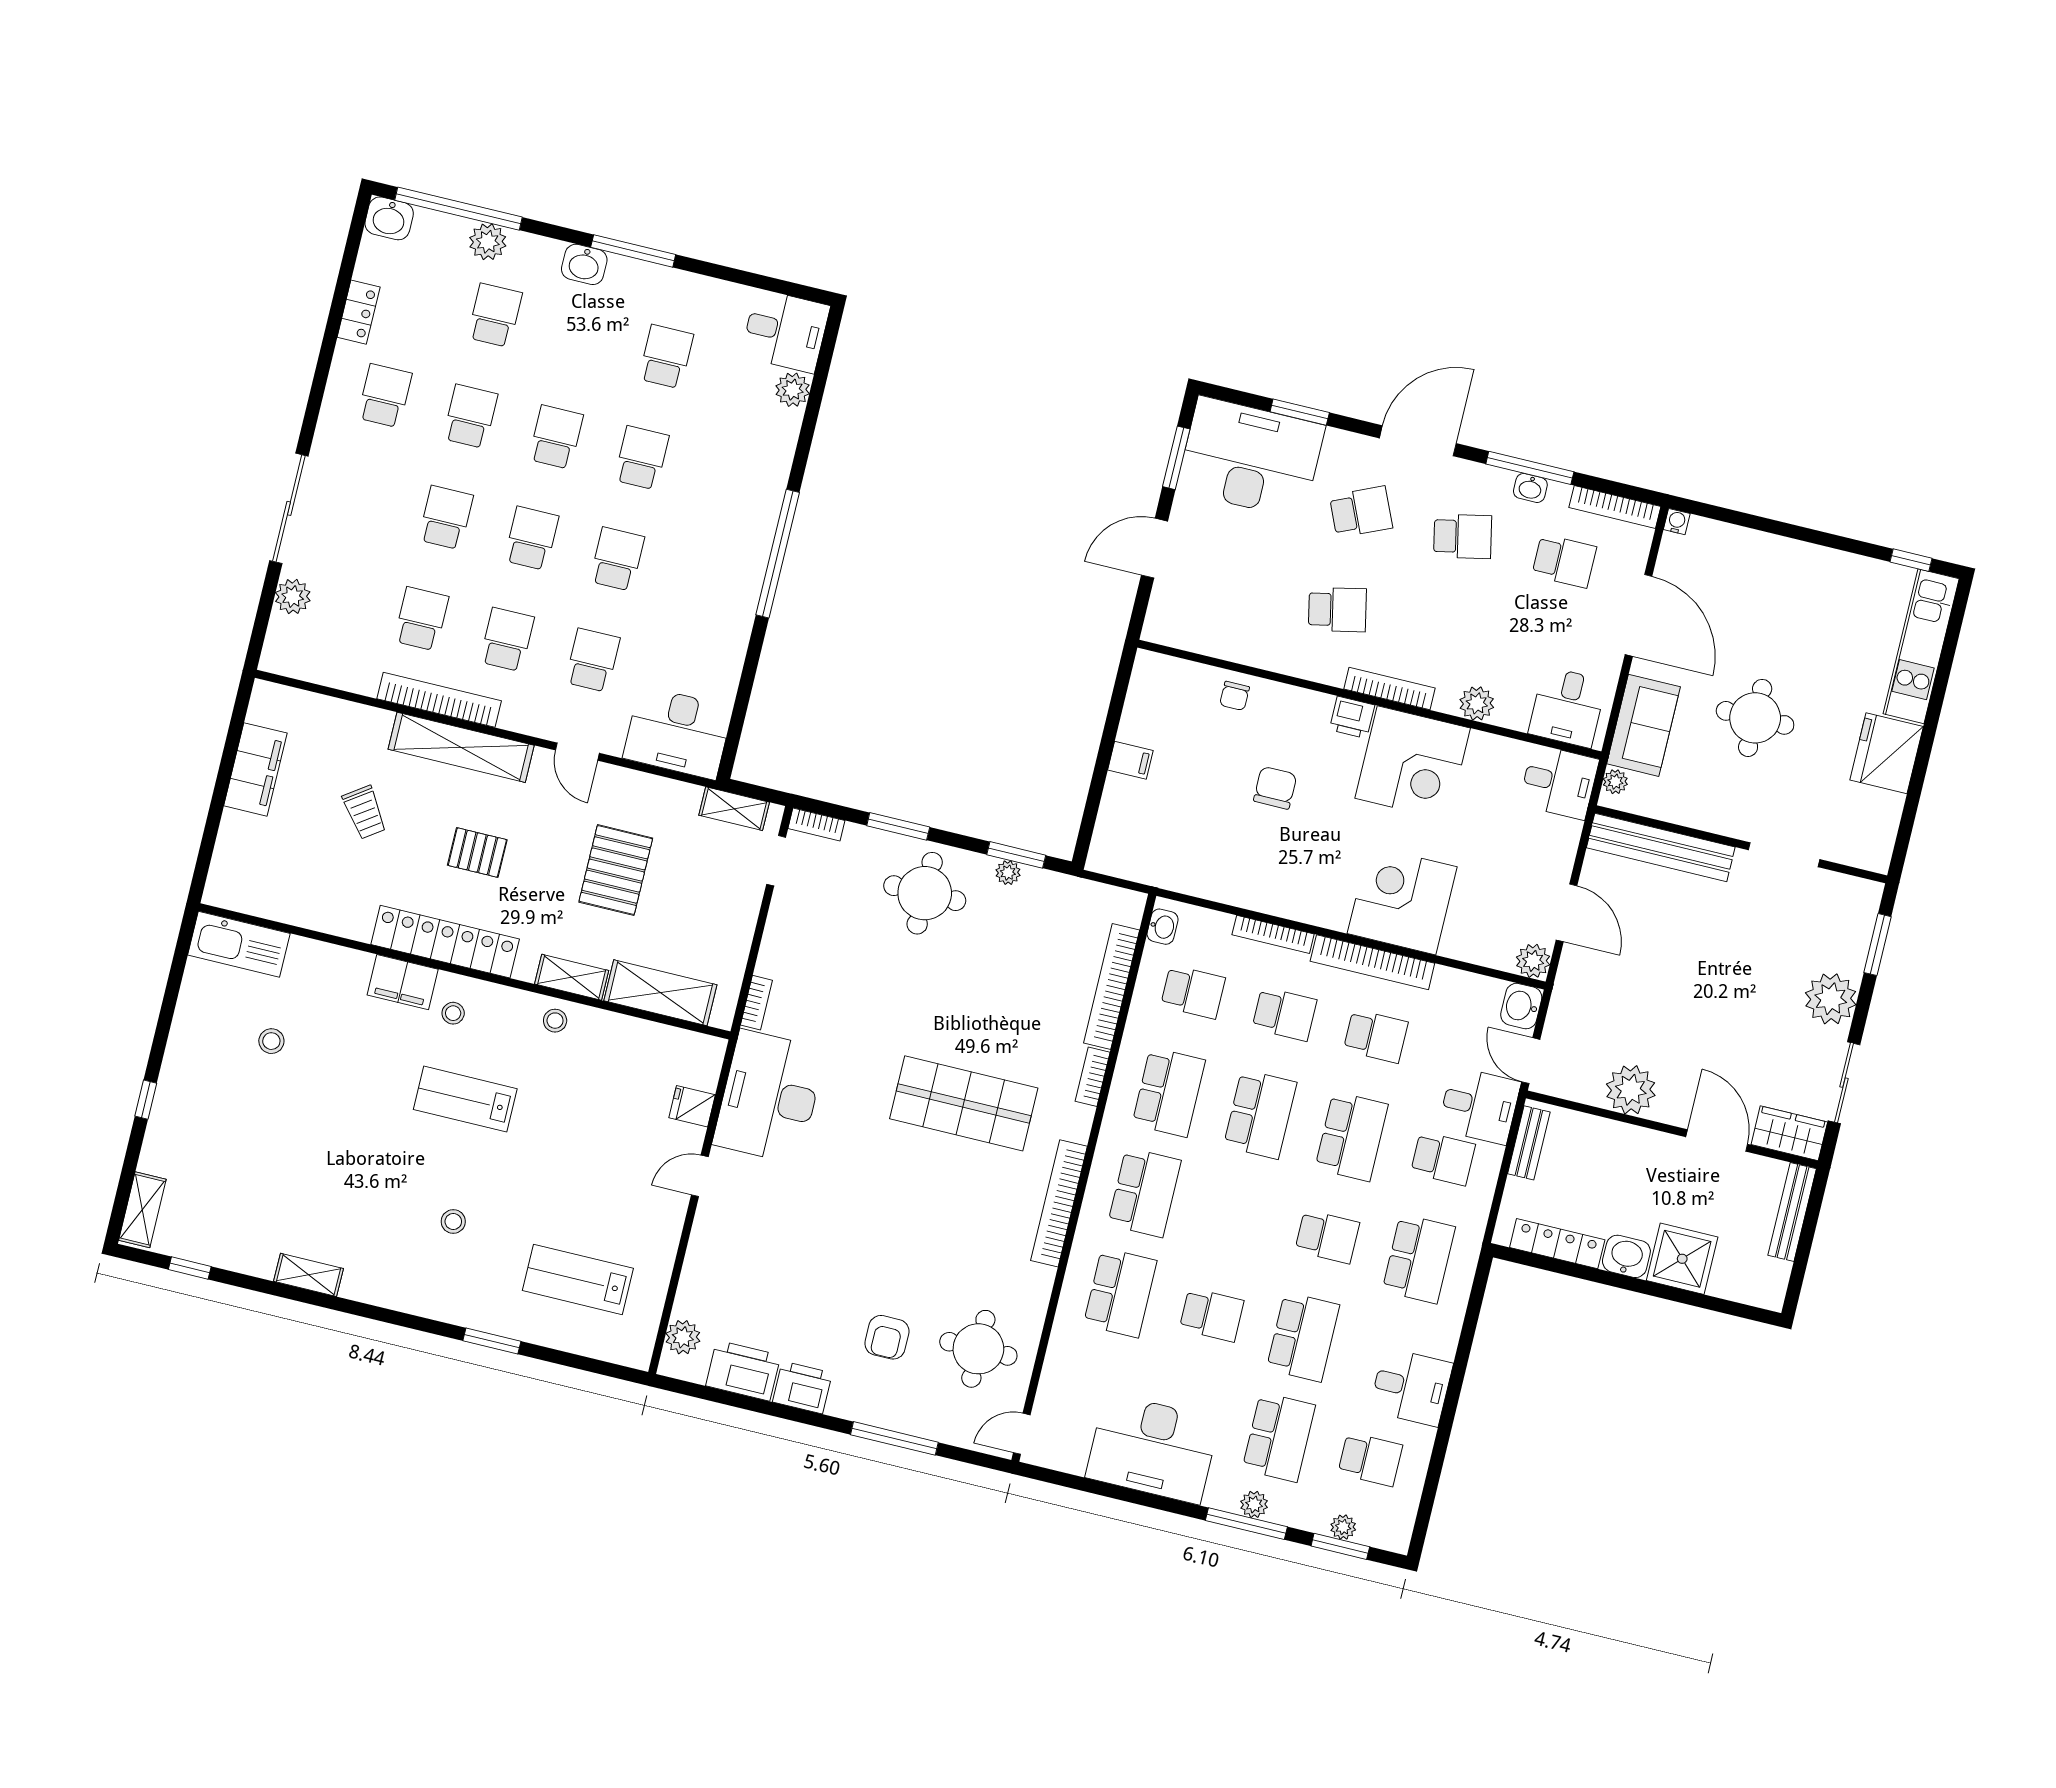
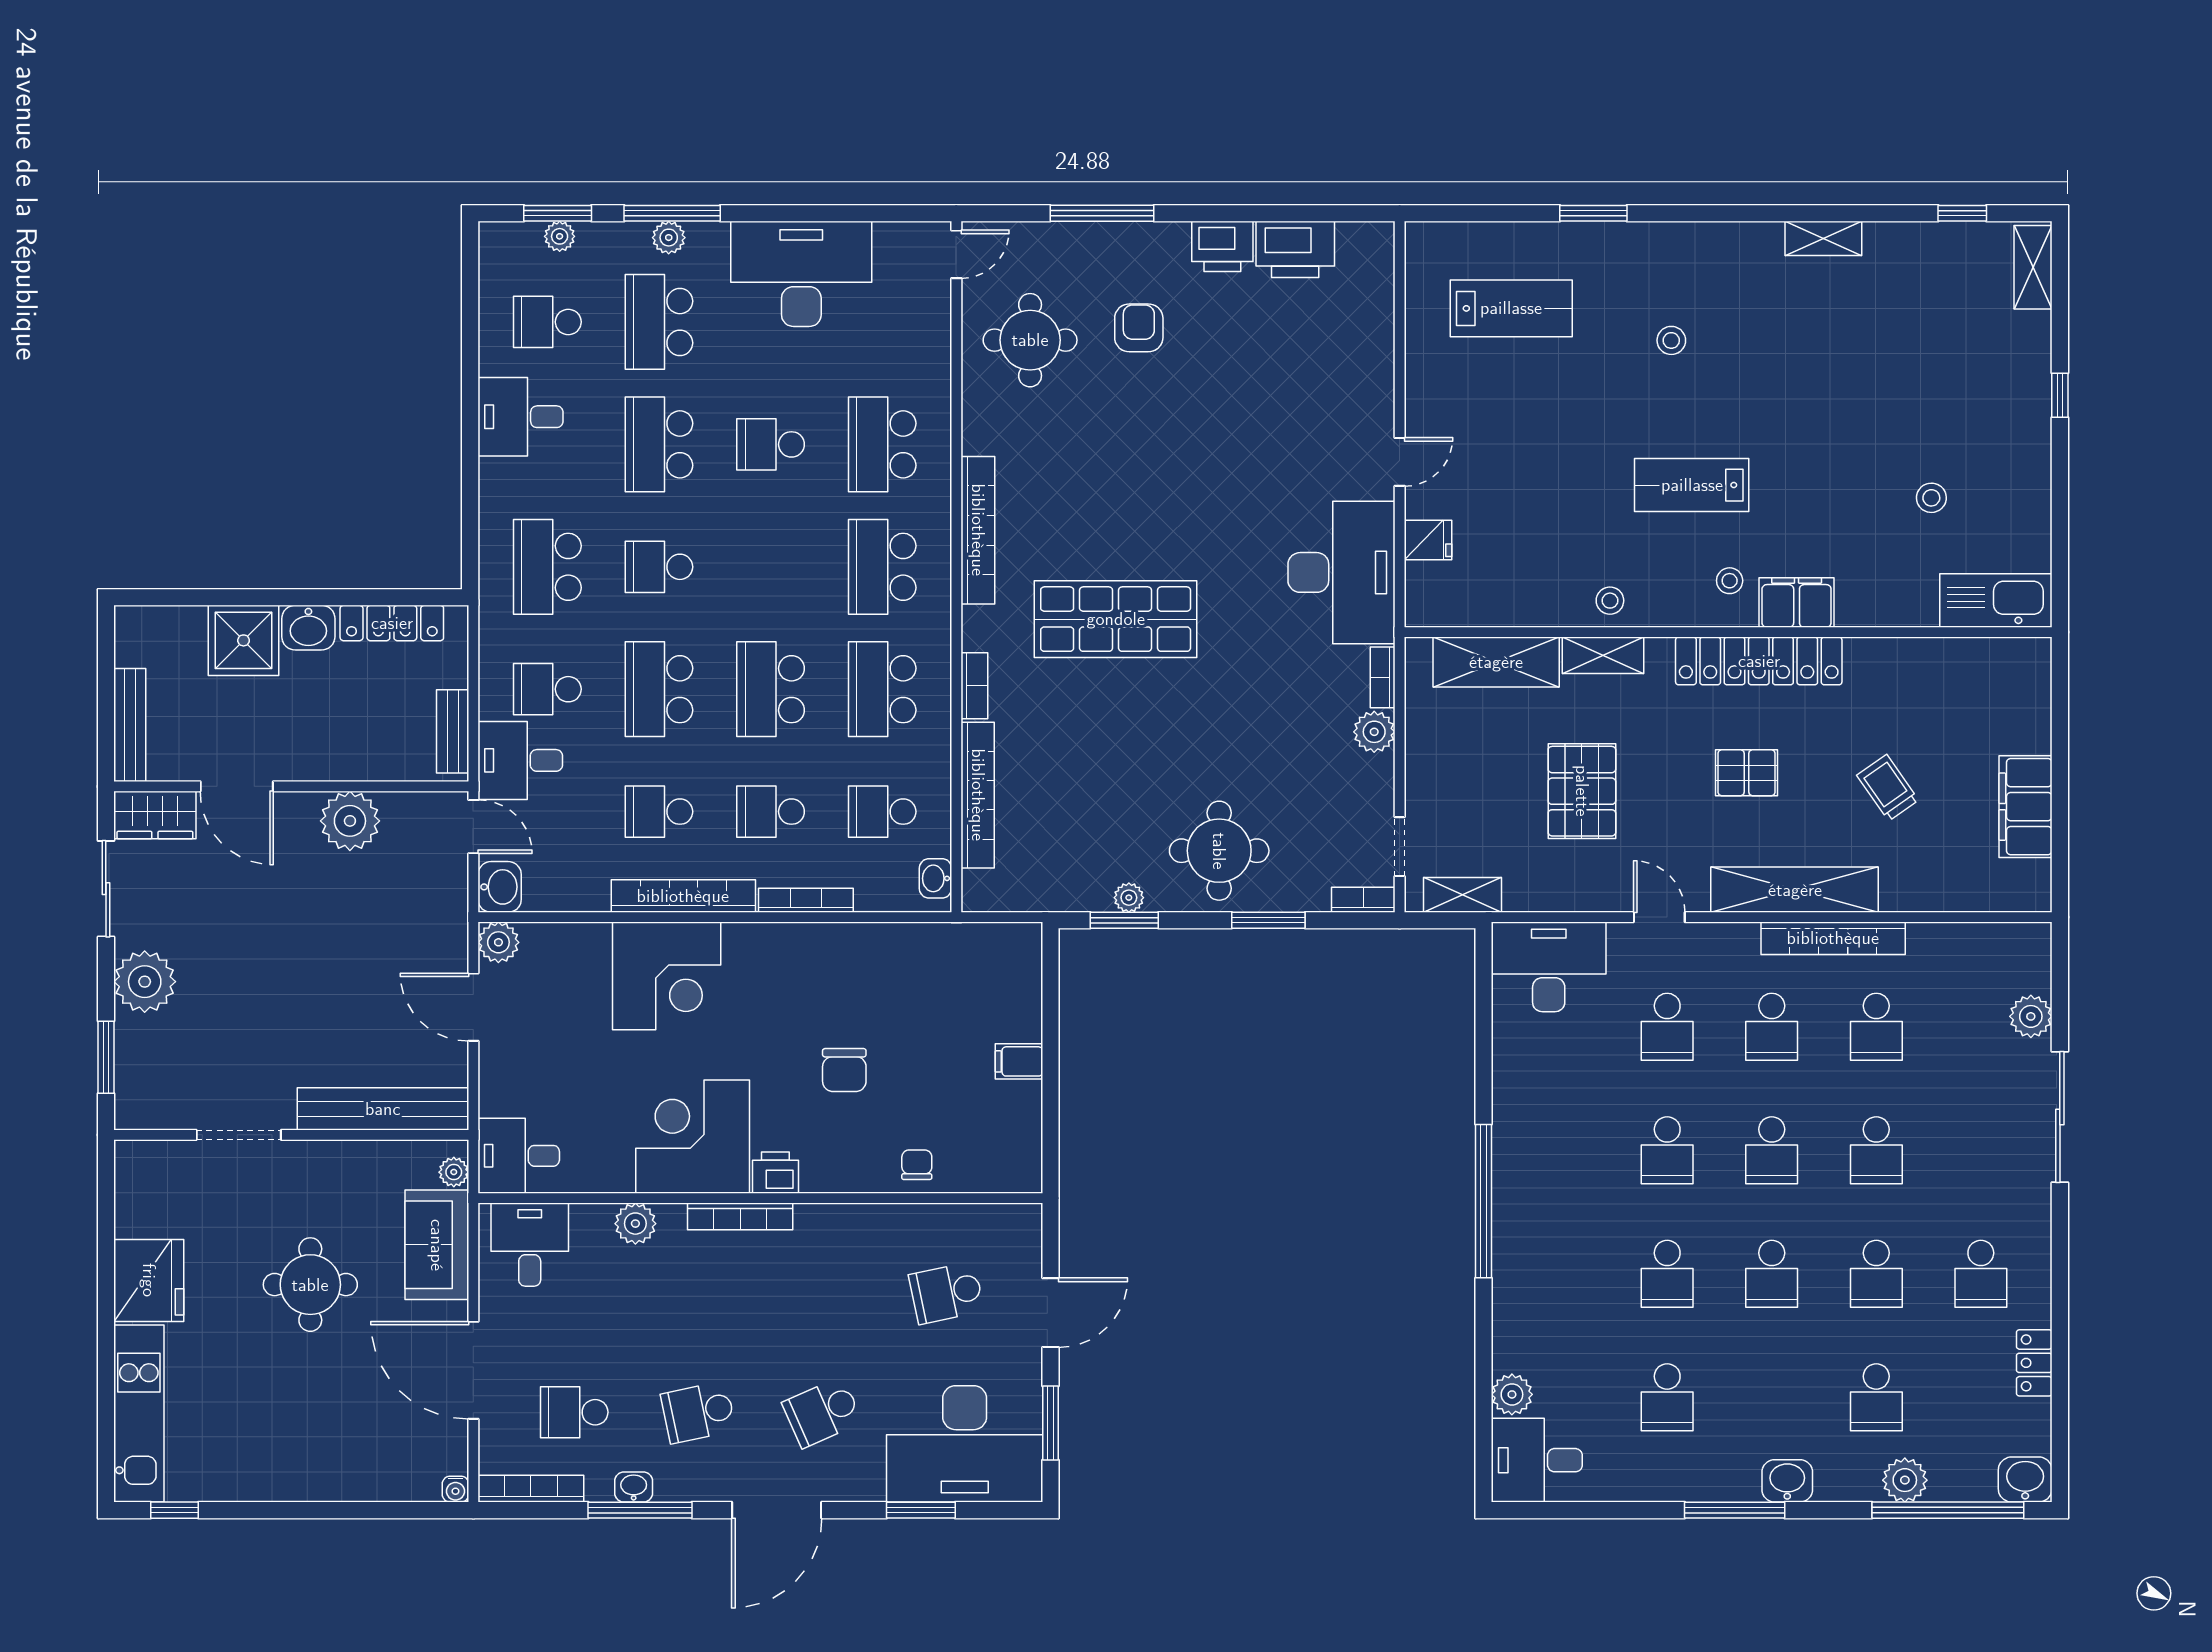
school desk: (1337, 610) -> (946, 1293), moved
lab bench: (465, 1099) -> (1692, 485), turned 180
plant: (683, 1337) -> (1374, 732), moved

